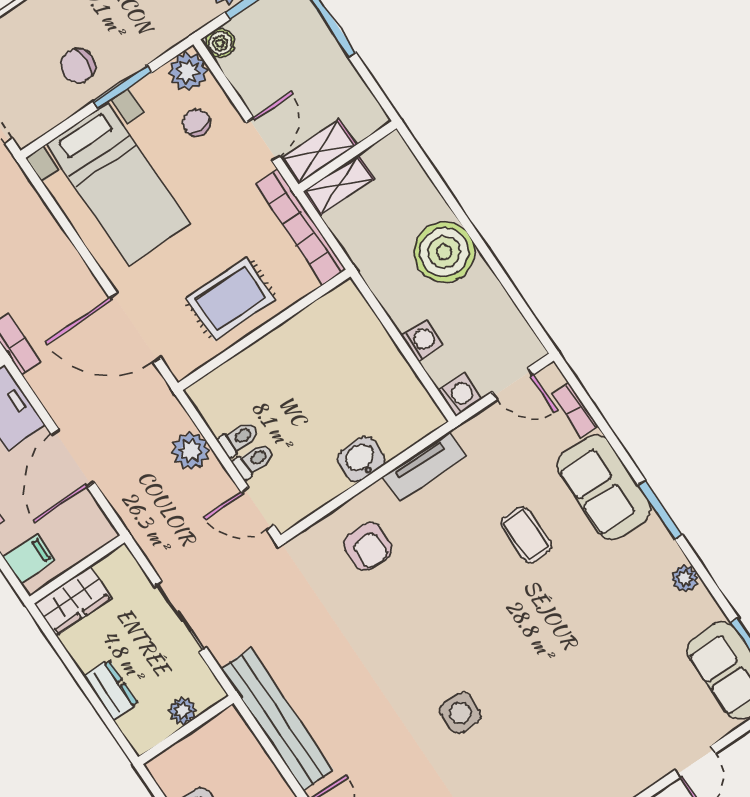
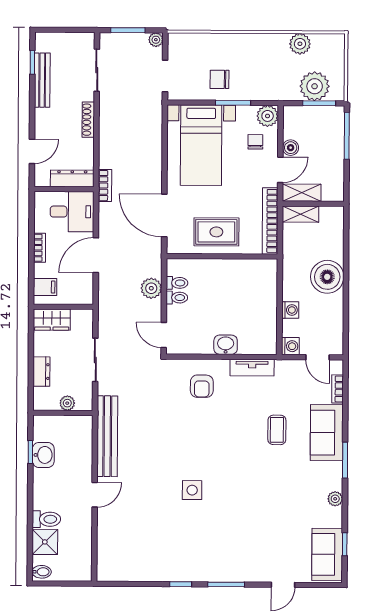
boiler: (220, 43) -> (291, 148), moved
toilet: (254, 461) -> (177, 283), moved

